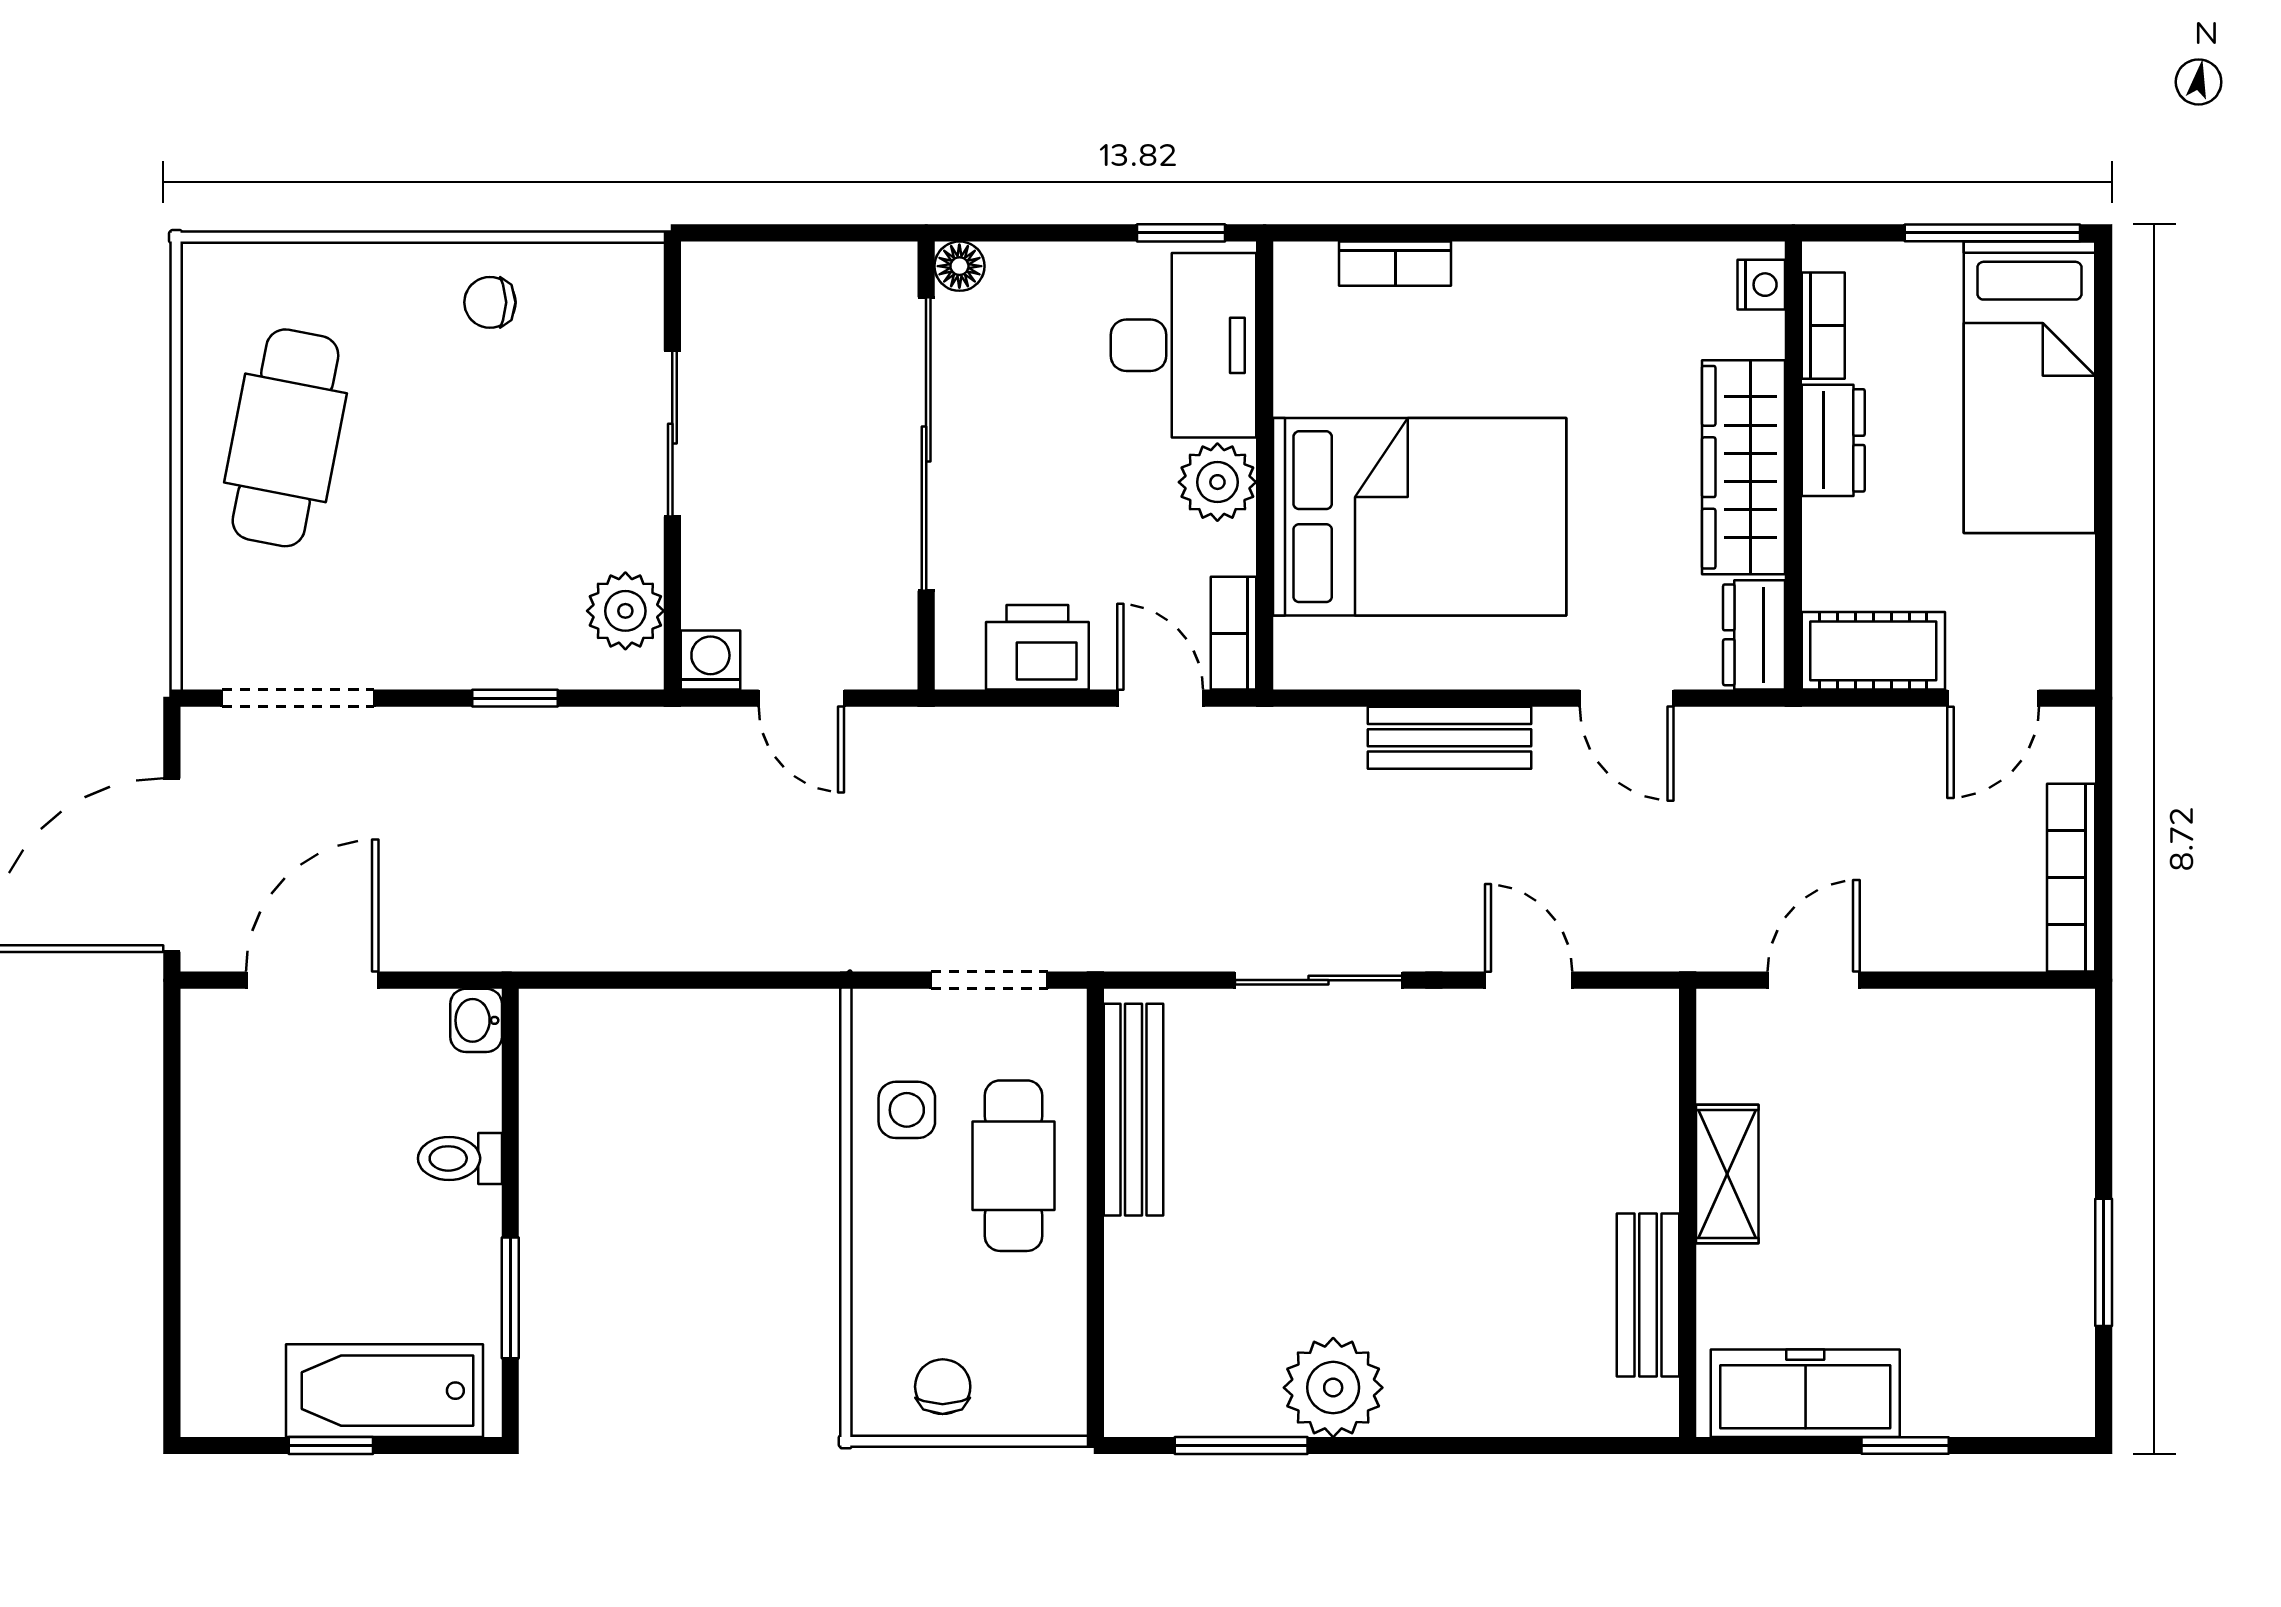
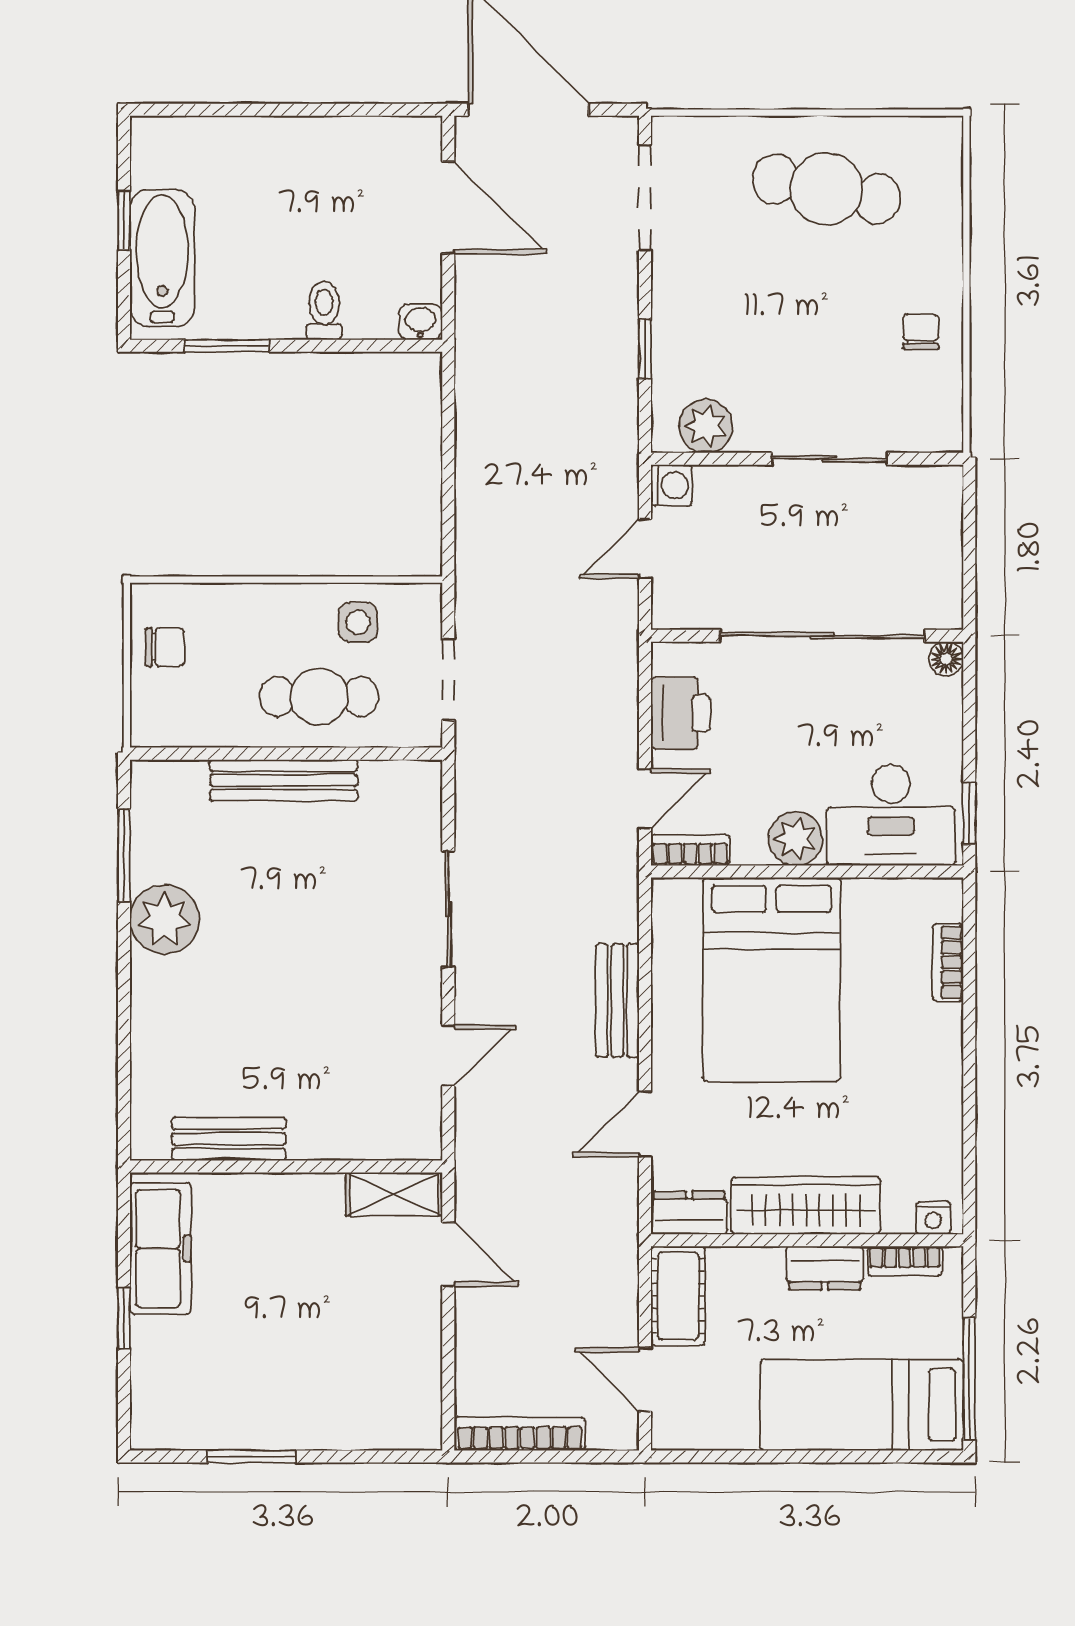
bench: (1134, 1110) -> (284, 780), moved
shelving: (1727, 1174) -> (394, 1194), moved

